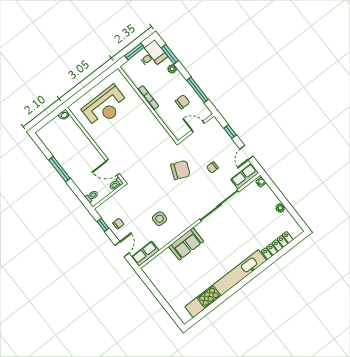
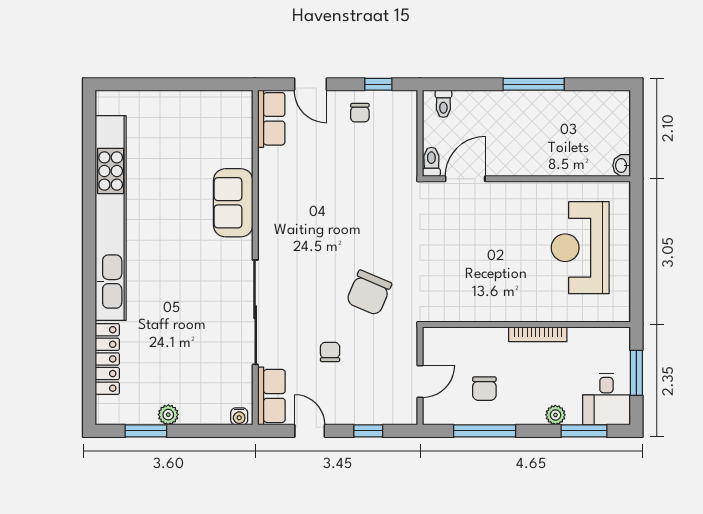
window: (292, 212) -> (146, 431), added
side table: (160, 219) -> (313, 191), removed

